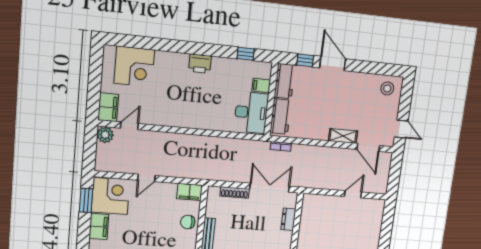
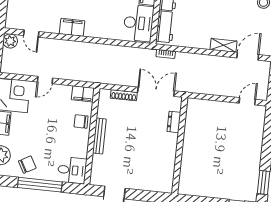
filing cabinet: (108, 107) -> (72, 27), moved, turned -90
door: (129, 126) -> (31, 34), swing flipped
door: (368, 147) -> (248, 56), swing flipped
door: (353, 194) -> (247, 101), moved

